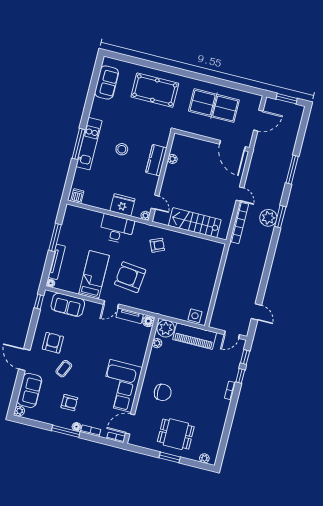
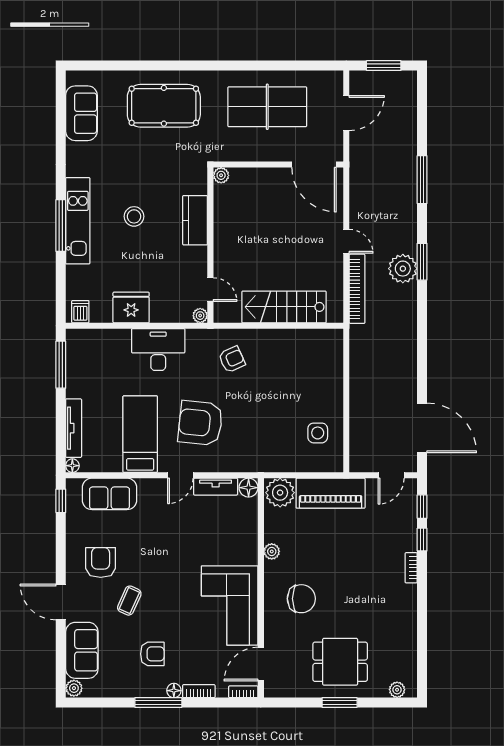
plant: (172, 159) -> (221, 175), moved
fridge: (123, 205) -> (131, 307), moved
window: (55, 237) -> (61, 365), moved
door: (256, 312) -> (422, 428), width x1.88
side table: (195, 316) -> (318, 433), moved
plant: (157, 343) -> (272, 551), moved

